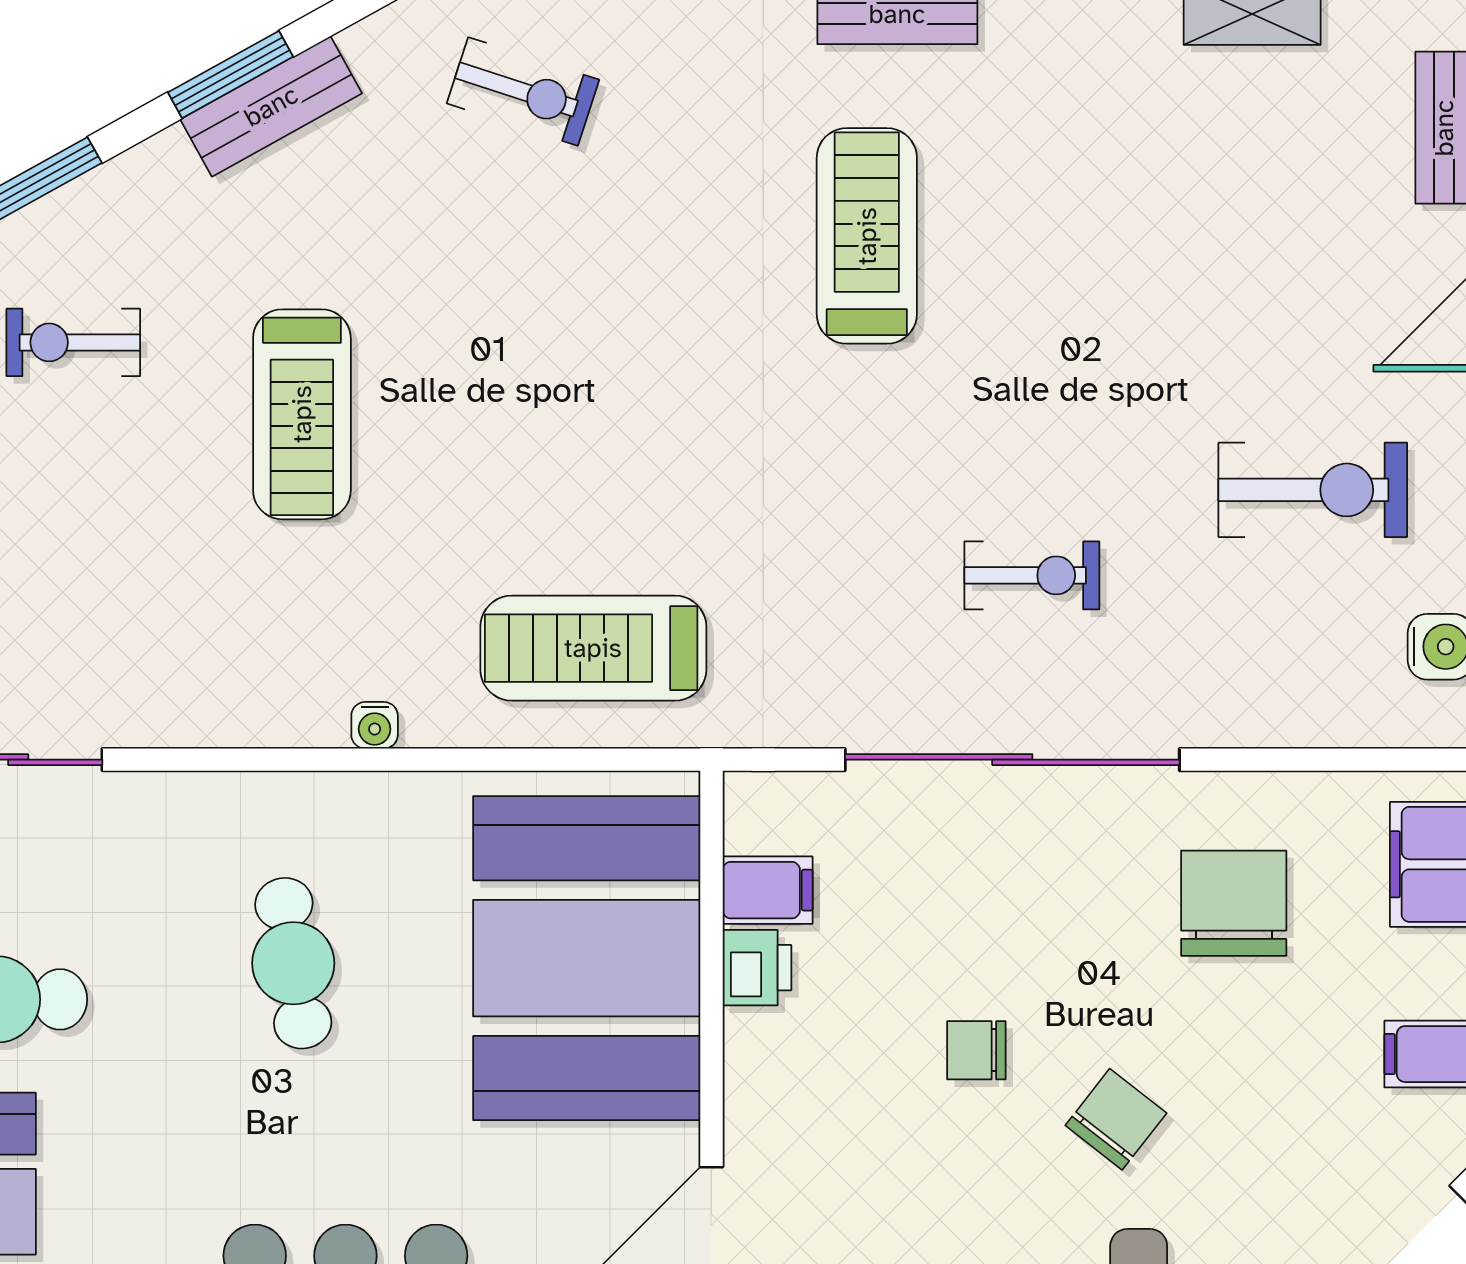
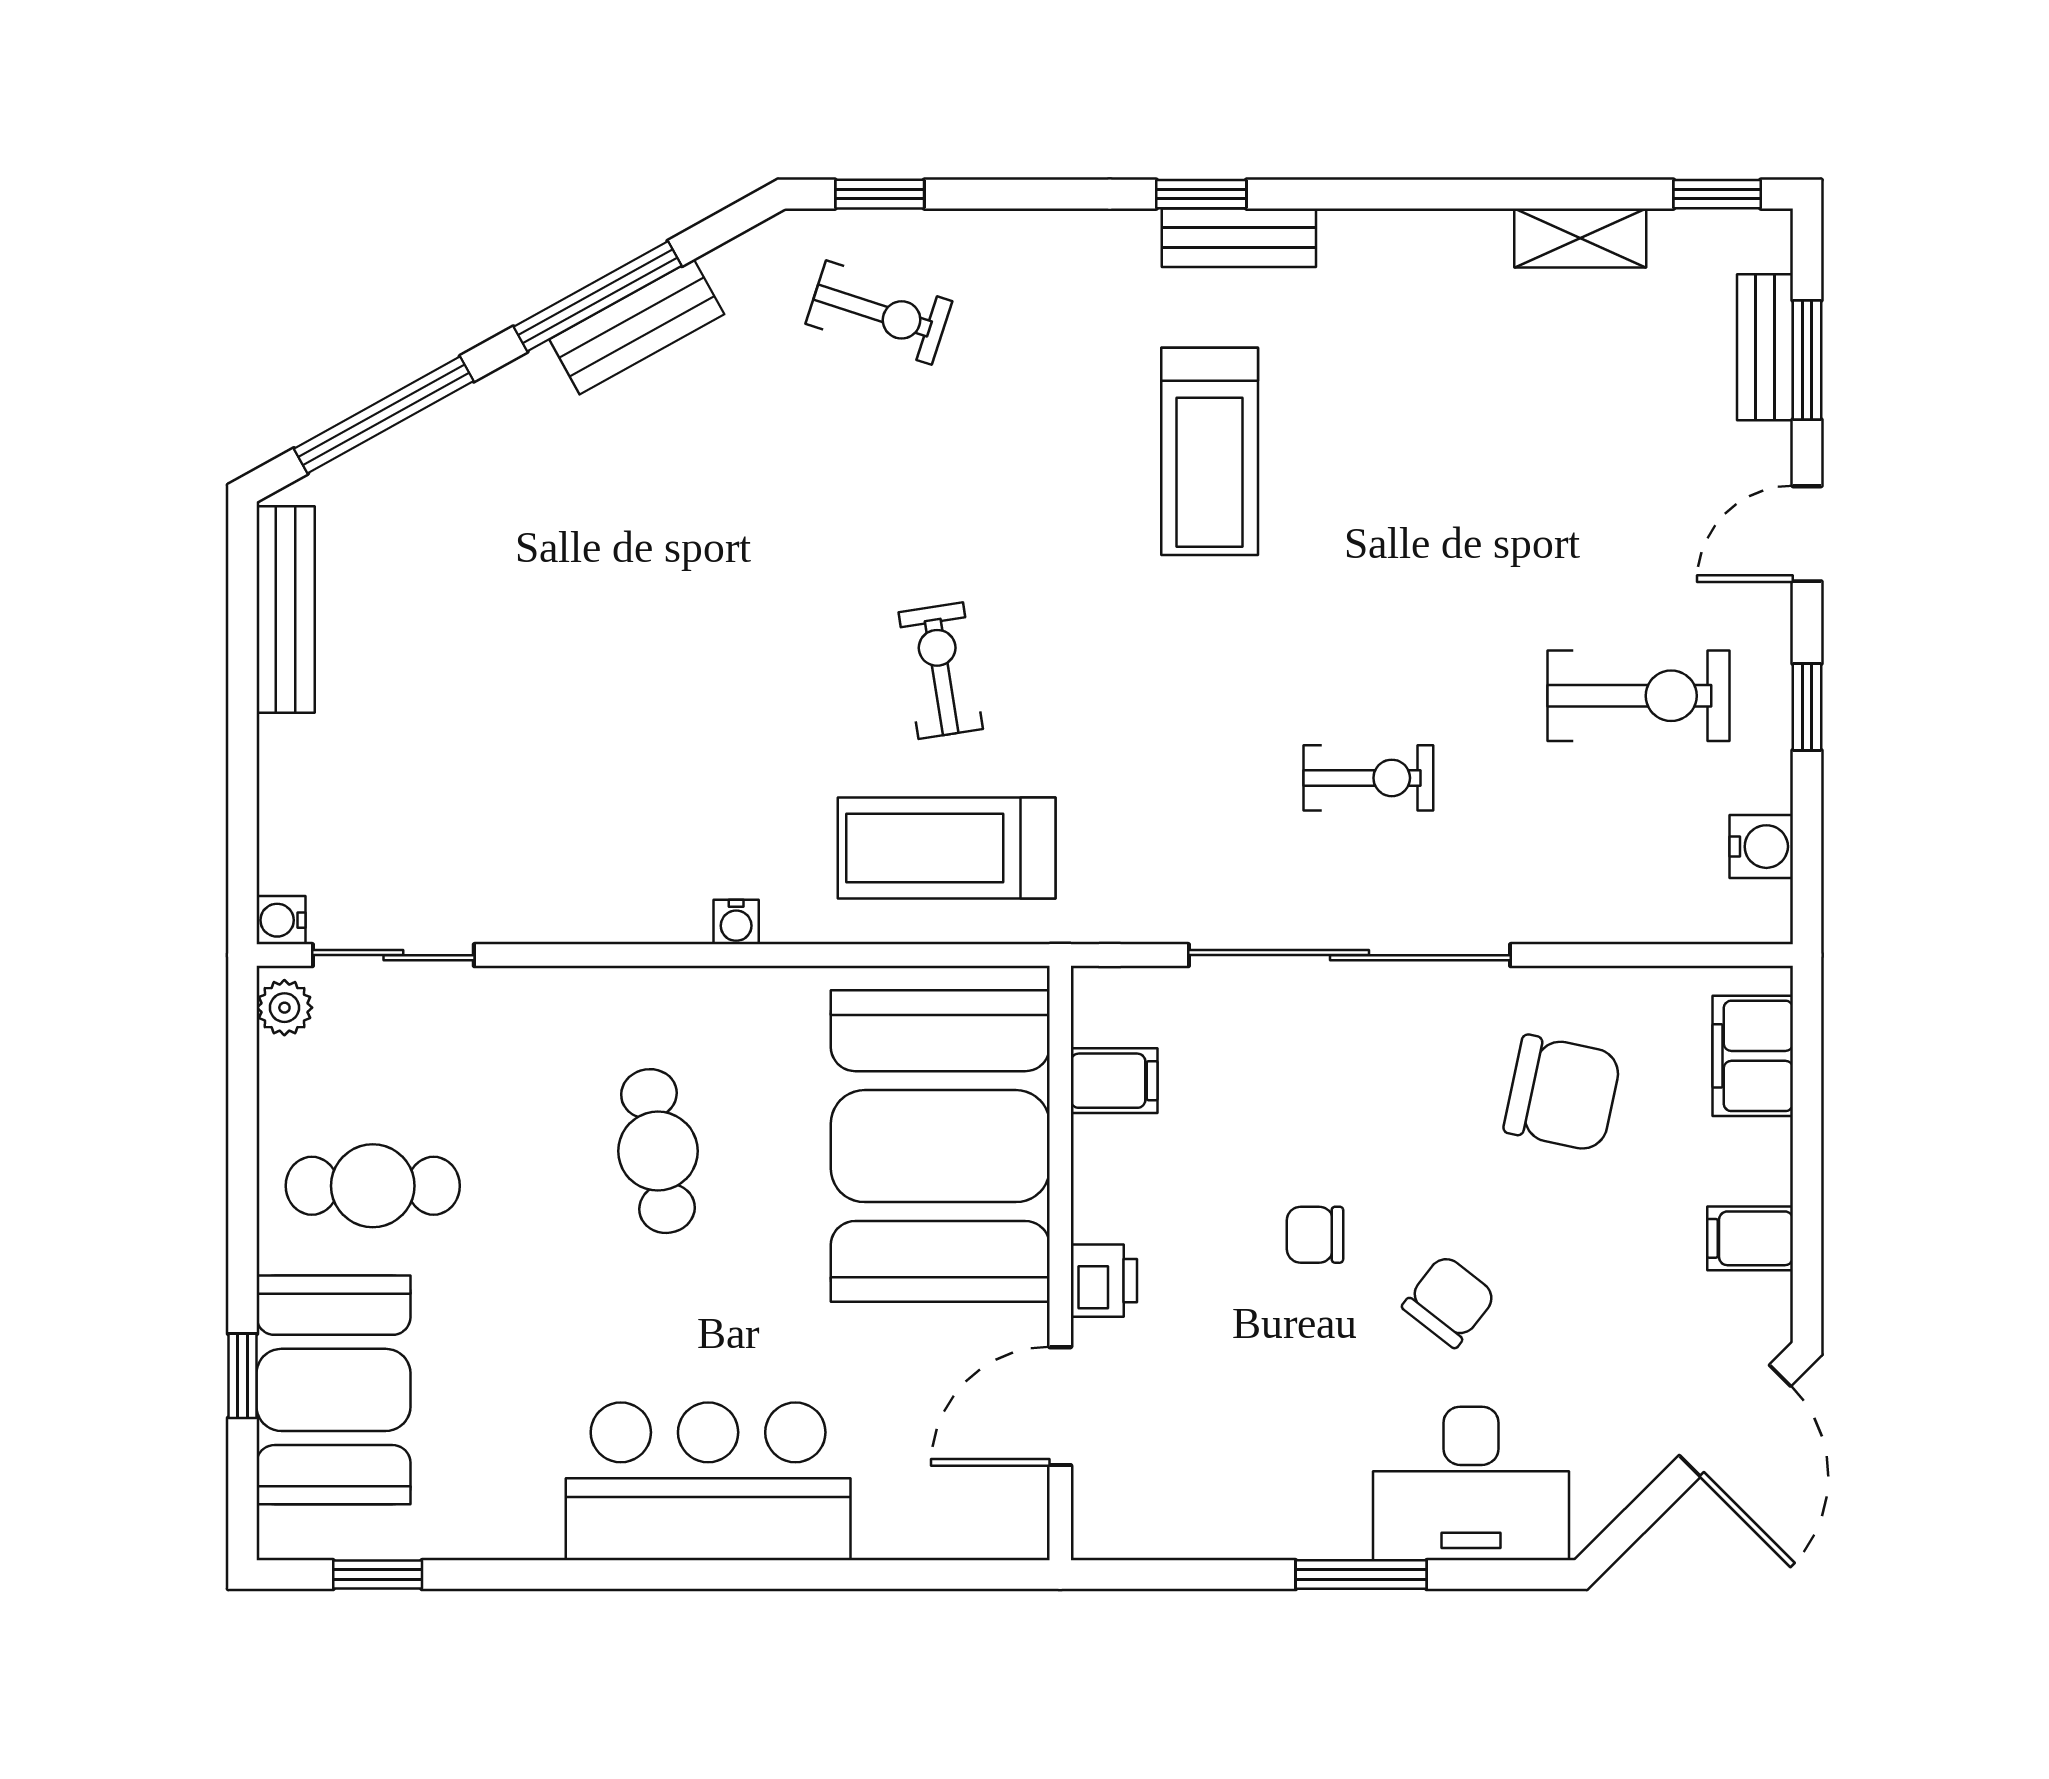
window: (231, 75) -> (598, 296), width x1.44
treadmill: (867, 236) -> (1210, 451), turned 180
exercise bike: (73, 342) -> (941, 671), moved, turned 81
treadmill: (302, 414) -> (666, 623), removed
chair: (1234, 903) -> (1562, 1093), turned 102
printer: (757, 968) -> (1104, 1281), moved

